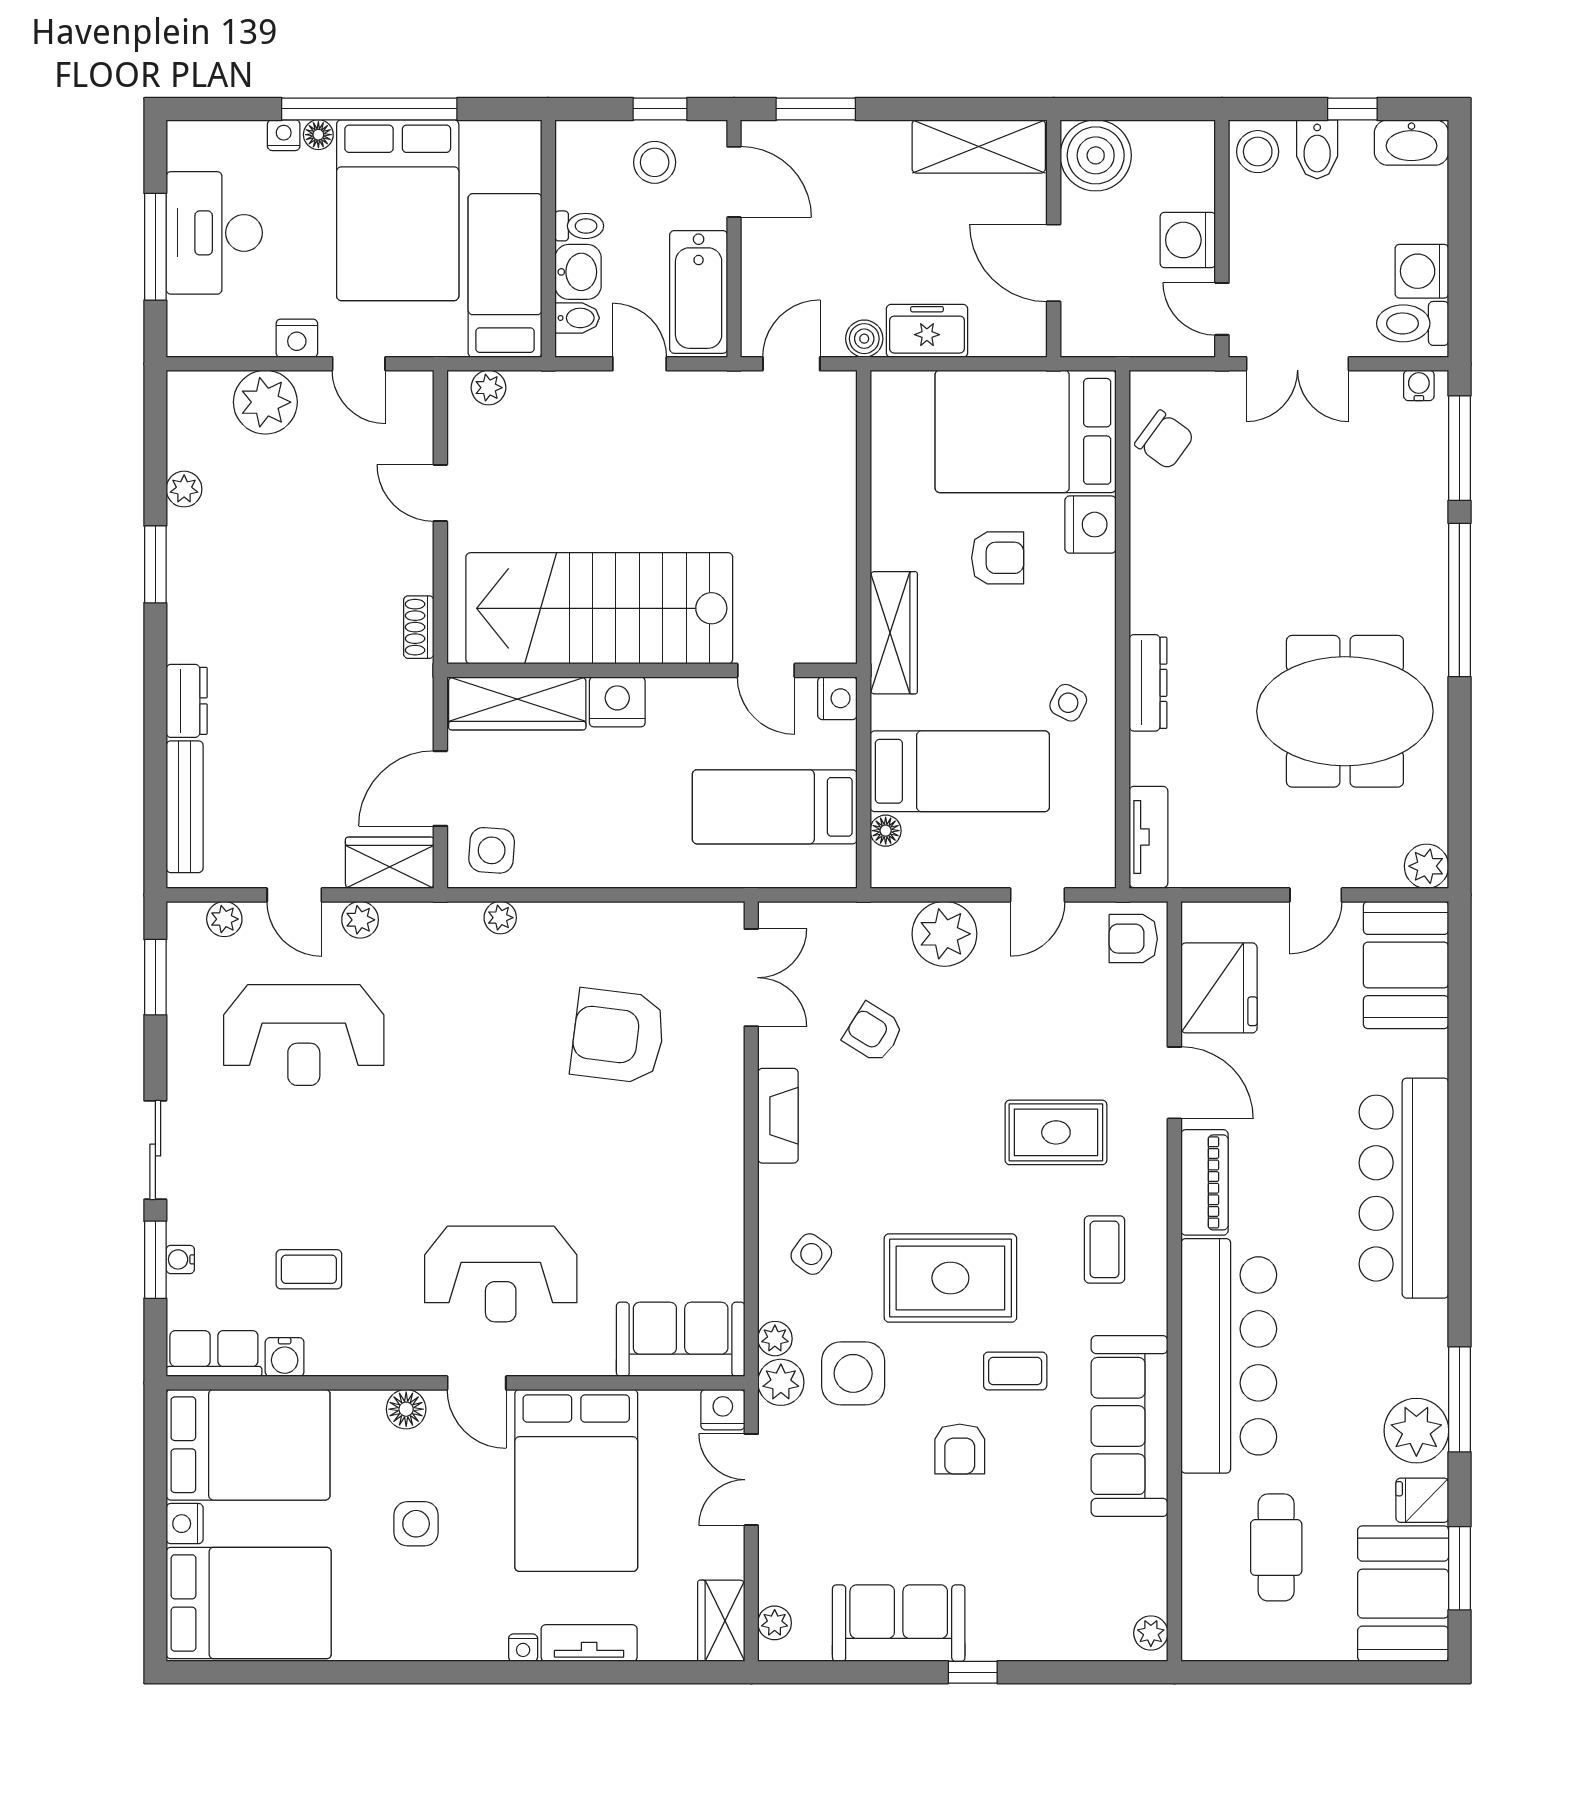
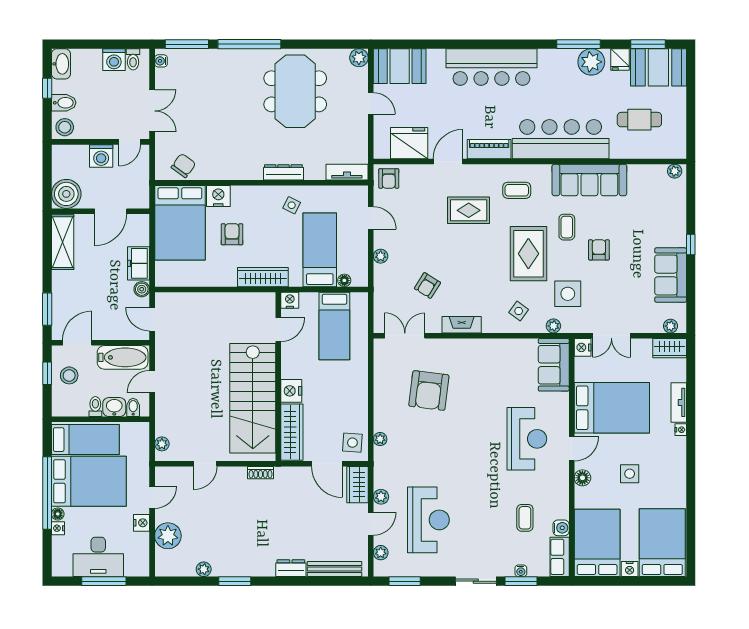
bed: (505, 275) -> (85, 440), moved, turned 180
toilet: (1413, 323) -> (133, 59), width x0.73, depth x0.72
plant: (944, 934) -> (381, 256), width x0.53, depth x0.53
rug: (1056, 1132) -> (469, 210), turned 90
plant: (781, 1382) -> (571, 324), removed
armchair: (960, 1449) -> (599, 250), turned -90

